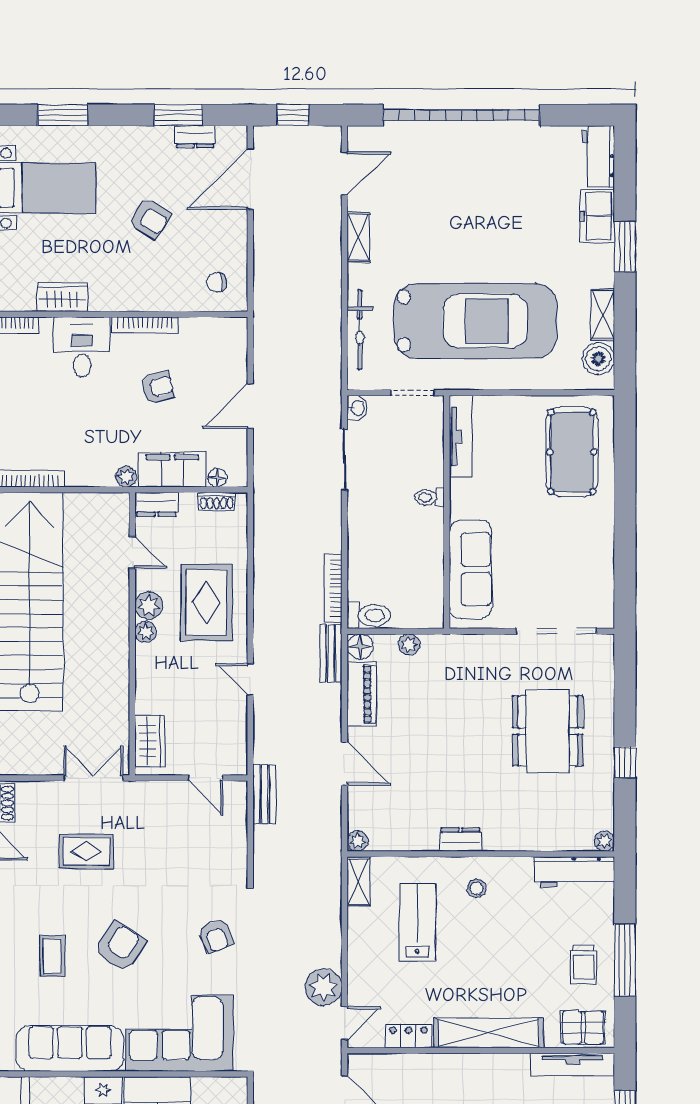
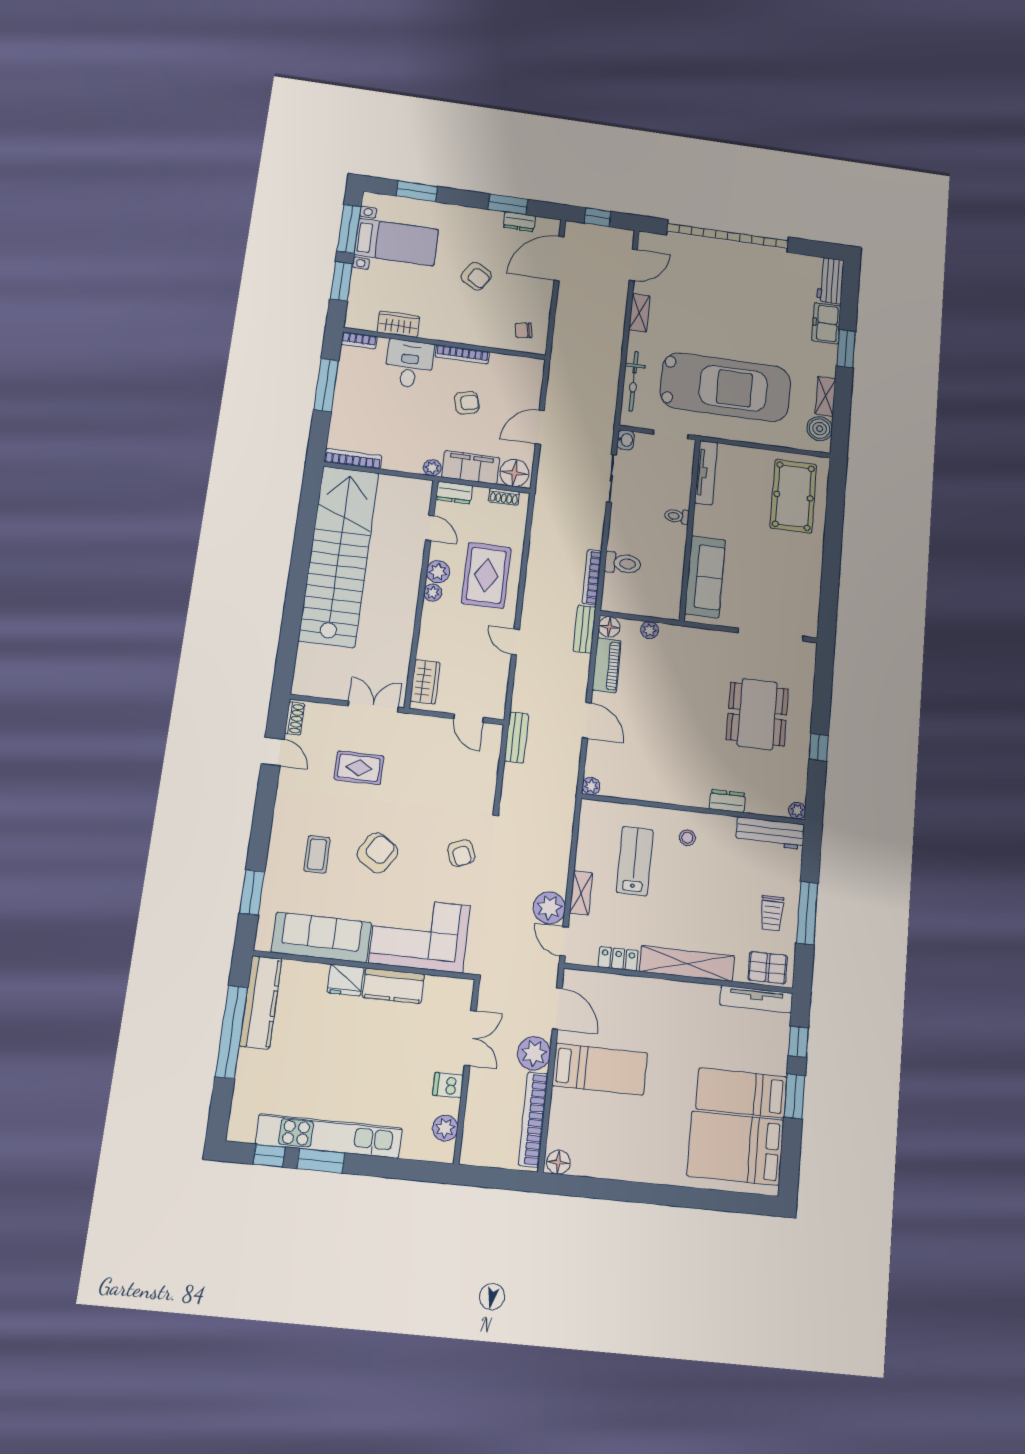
floor lamp: (217, 478) -> (514, 473), width x1.89, depth x1.89
toilet: (369, 615) -> (623, 563), moved
dresser: (460, 840) -> (727, 801), moved
shelving: (358, 881) -> (581, 893), moved
door: (345, 1023) -> (564, 941), swing flipped

